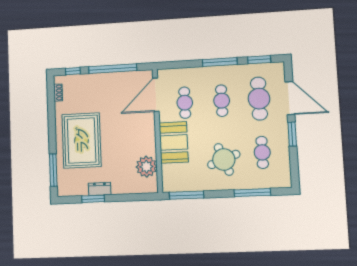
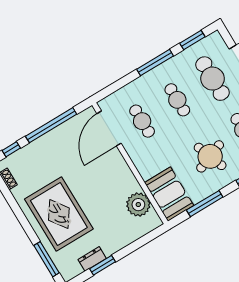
booth: (174, 142) -> (169, 194), moved
dresser: (100, 189) -> (92, 259), moved
window: (186, 195) -> (205, 204), moved

